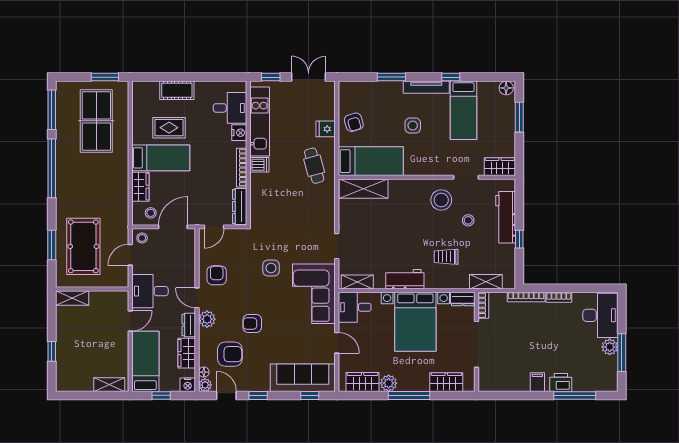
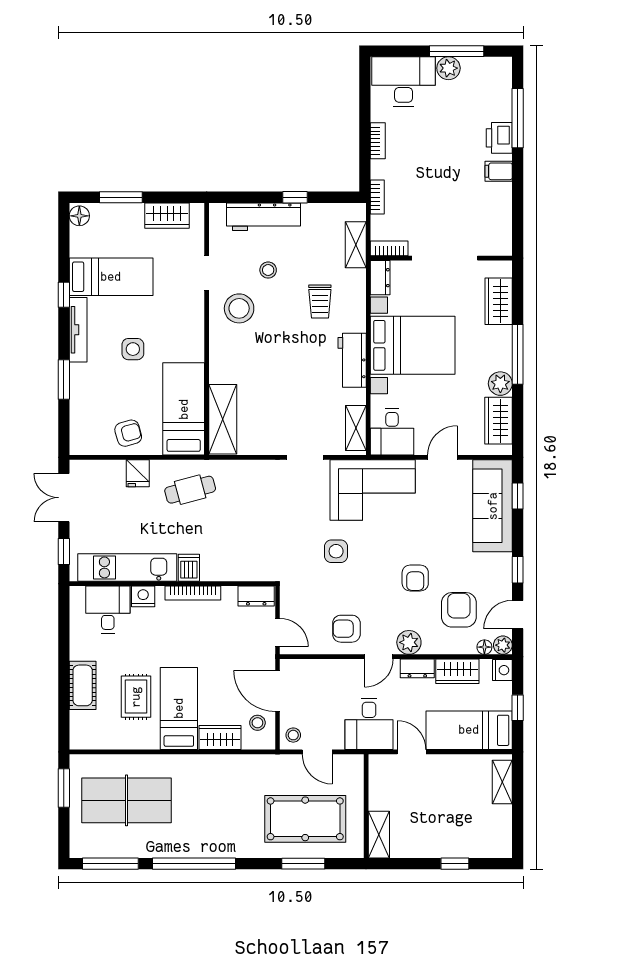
wardrobe: (500, 167) -> (167, 216), moved, turned -90
dresser: (240, 206) -> (256, 596), width x0.70
bookcase: (526, 297) -> (377, 197), width x0.64

